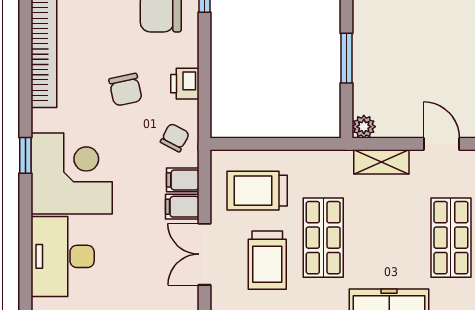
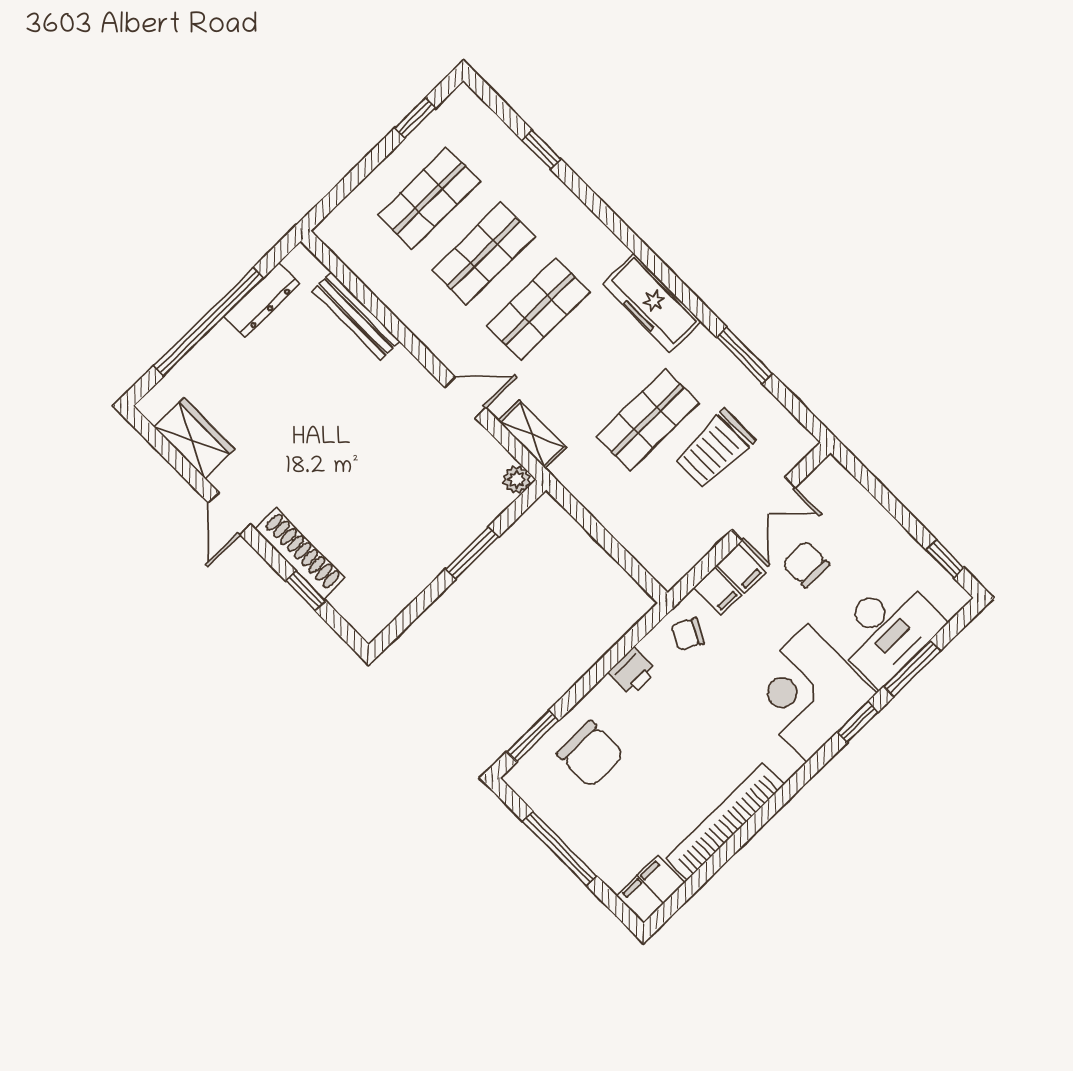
chair: (126, 90) -> (806, 564), moved, turned -78
door: (442, 144) -> (465, 397), swing flipped
window: (25, 155) -> (858, 722), moved
trolley: (257, 191) -> (663, 517), removed
window: (25, 249) -> (912, 669), added
trolley: (267, 260) -> (715, 449), turned 180

